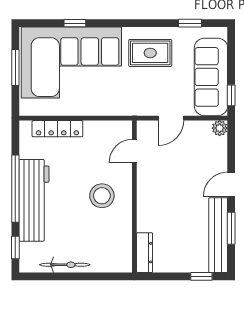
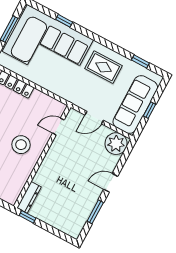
window: (231, 95) -> (150, 110), moved
plant: (220, 128) -> (116, 144), width x1.87, depth x1.87
bench: (218, 235) -> (84, 212), removed
window: (201, 276) -> (28, 217), moved

